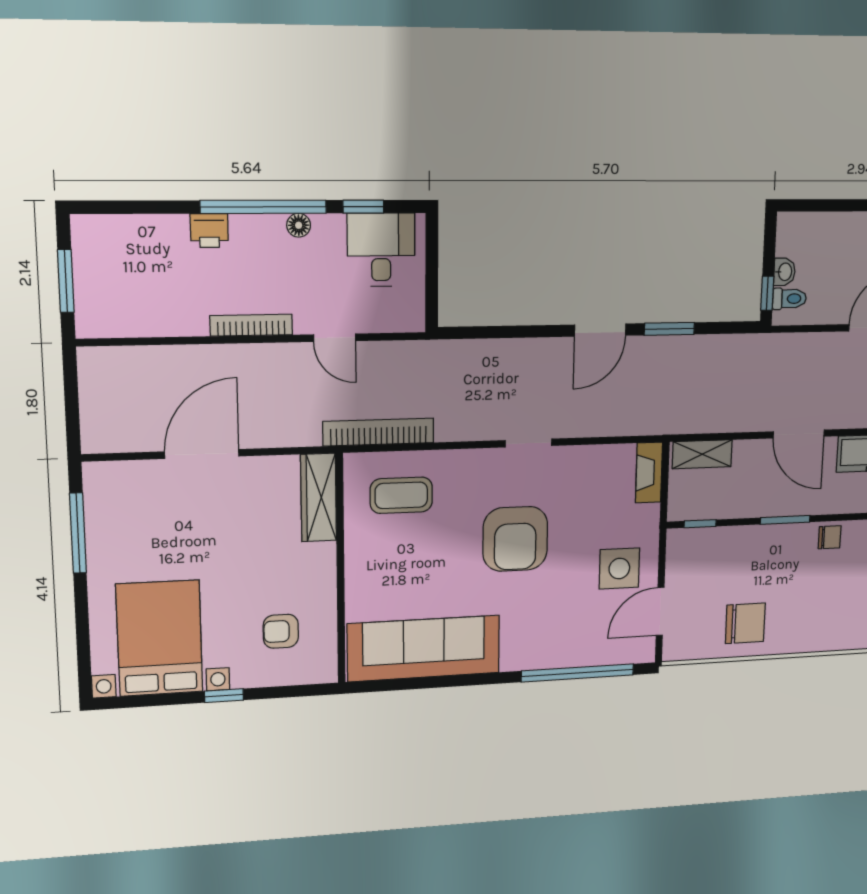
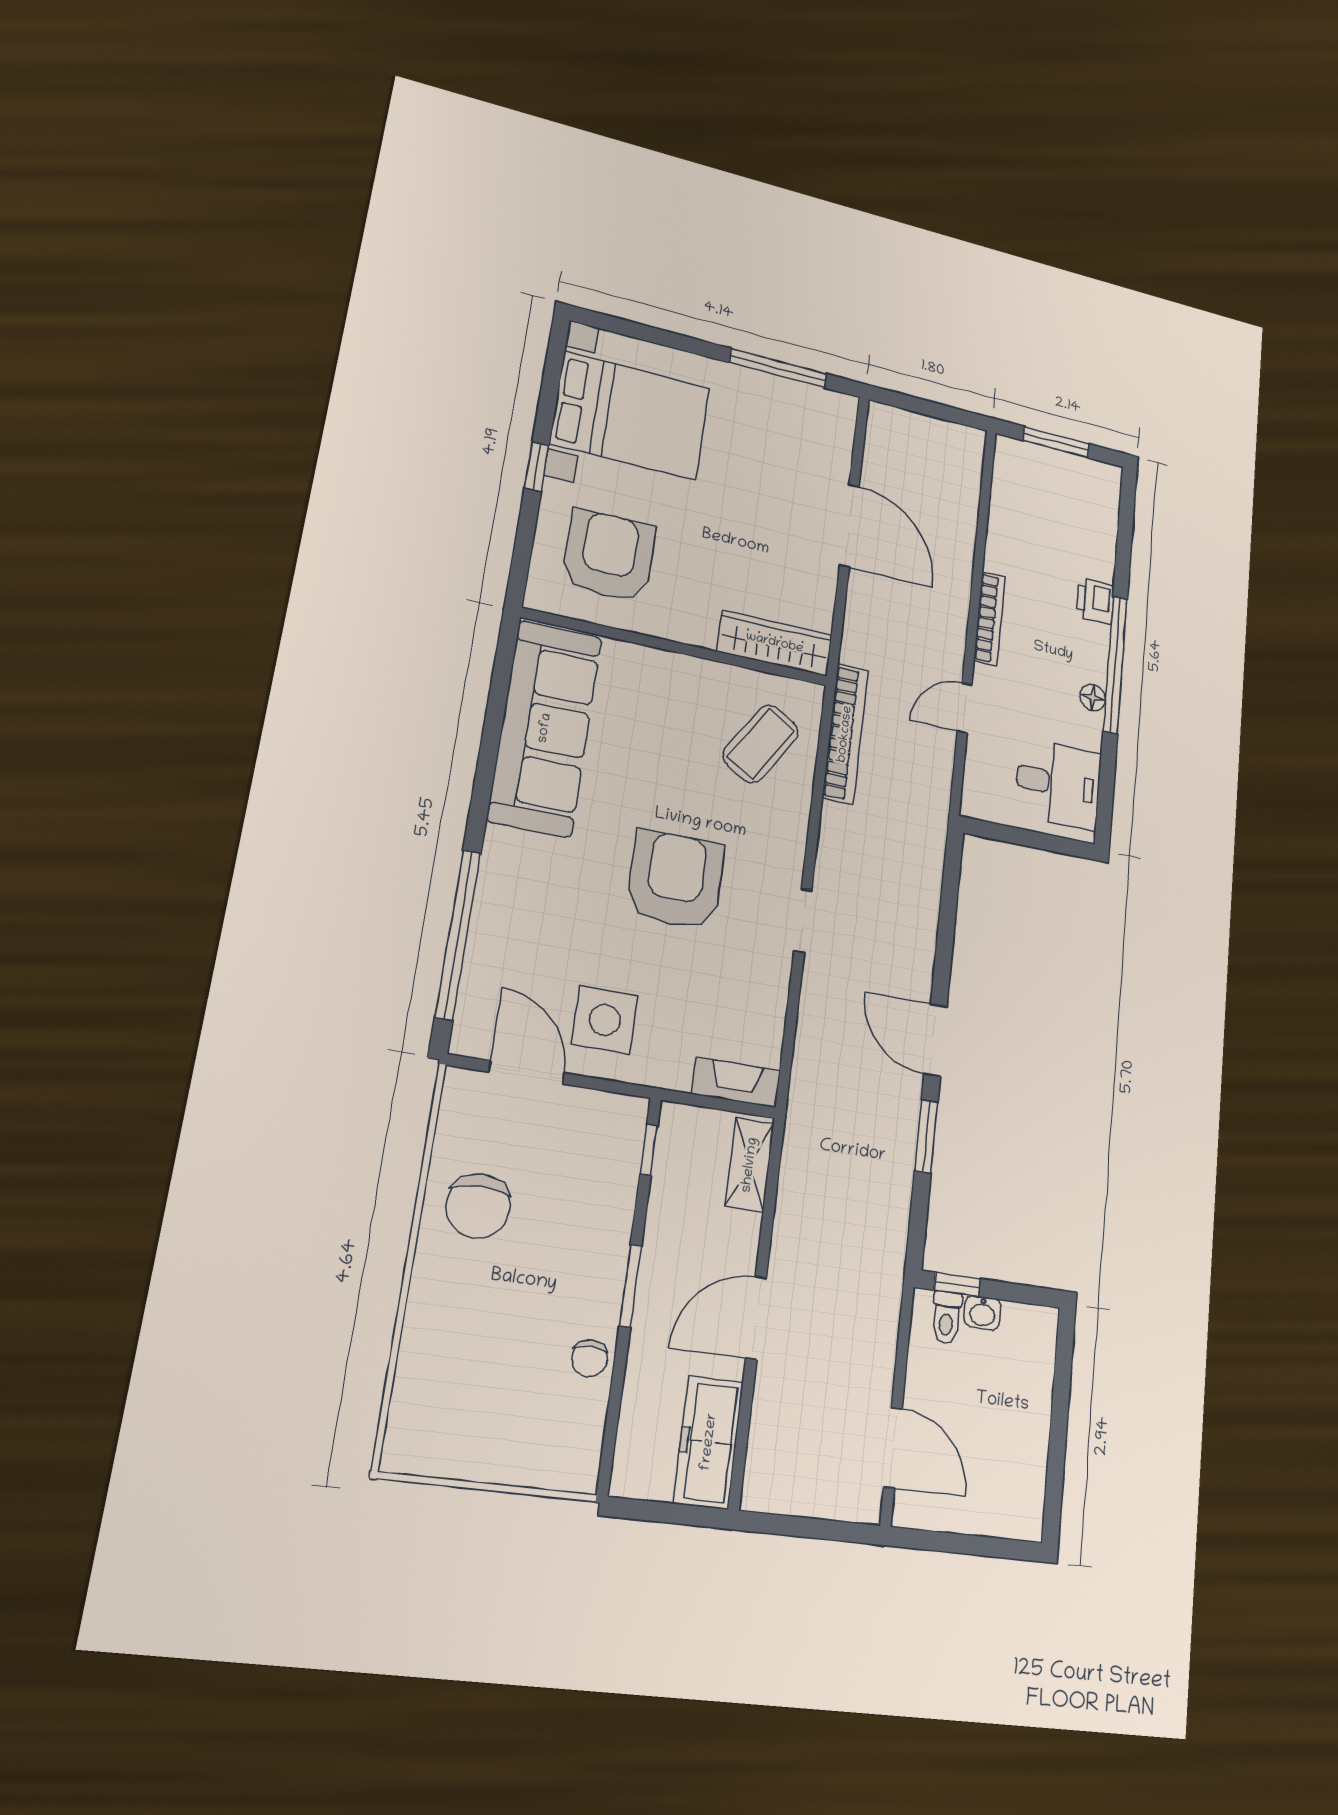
window: (363, 207) -> (1107, 774), removed
coffee table: (401, 495) -> (761, 744), turned 32
armchair: (515, 539) -> (676, 880), turned 90
armchair: (281, 631) -> (609, 556), width x1.88, depth x1.88

